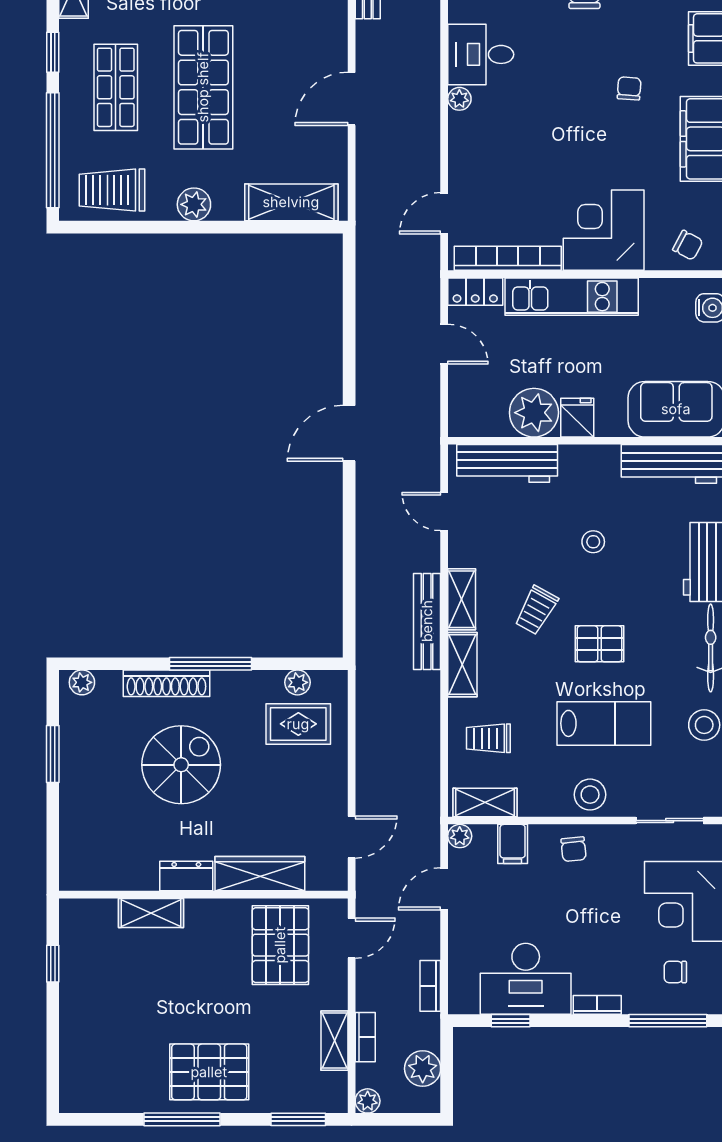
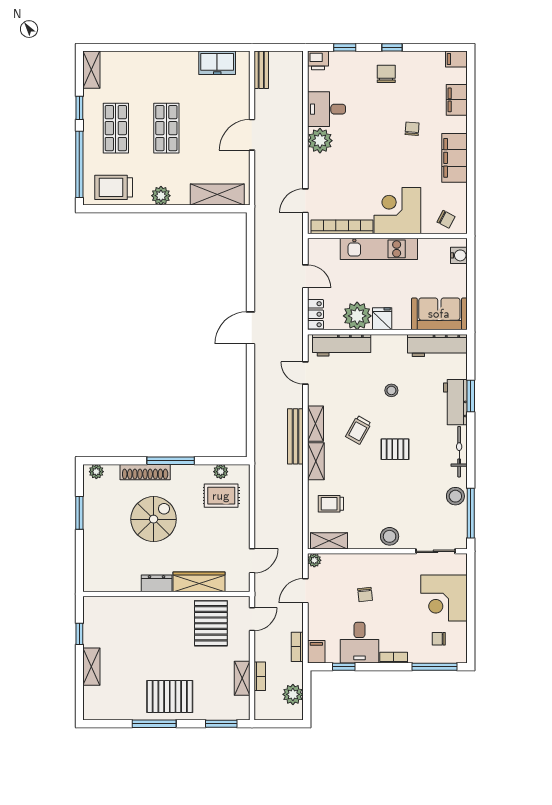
shop shelf: (203, 87) -> (166, 128), width x0.70, depth x0.74
plant: (459, 99) -> (320, 141), width x1.88, depth x1.88
locker: (475, 292) -> (315, 314), moved, turned -90
lab bench: (604, 723) -> (398, 495), removed
filing cabinet: (513, 844) -> (316, 652), moved, turned 180
chair: (574, 849) -> (365, 594), moved
shelving: (151, 913) -> (91, 667), moved, turned 90
desk: (526, 979) -> (360, 643), width x0.73
plant: (368, 1101) -> (261, 713), removed

